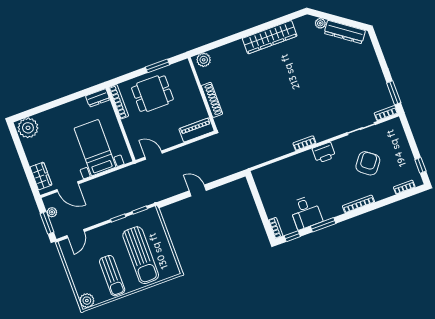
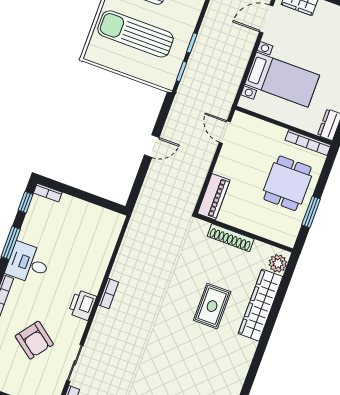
wardrobe: (270, 37) -> (261, 305), moved
rug: (261, 77) -> (212, 306), added
door: (154, 155) -> (225, 132), swing flipped
desk: (306, 212) -> (28, 263), moved

